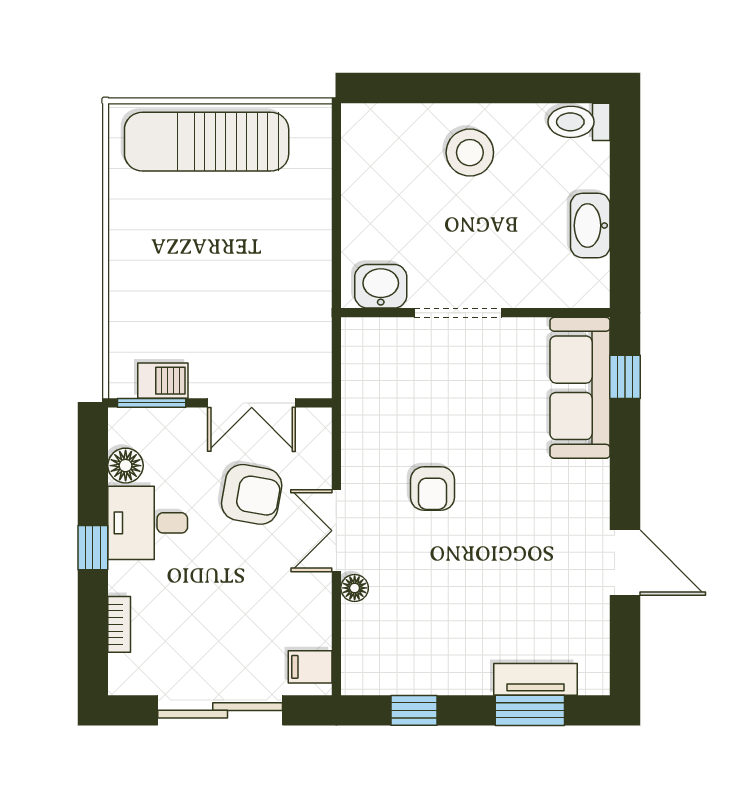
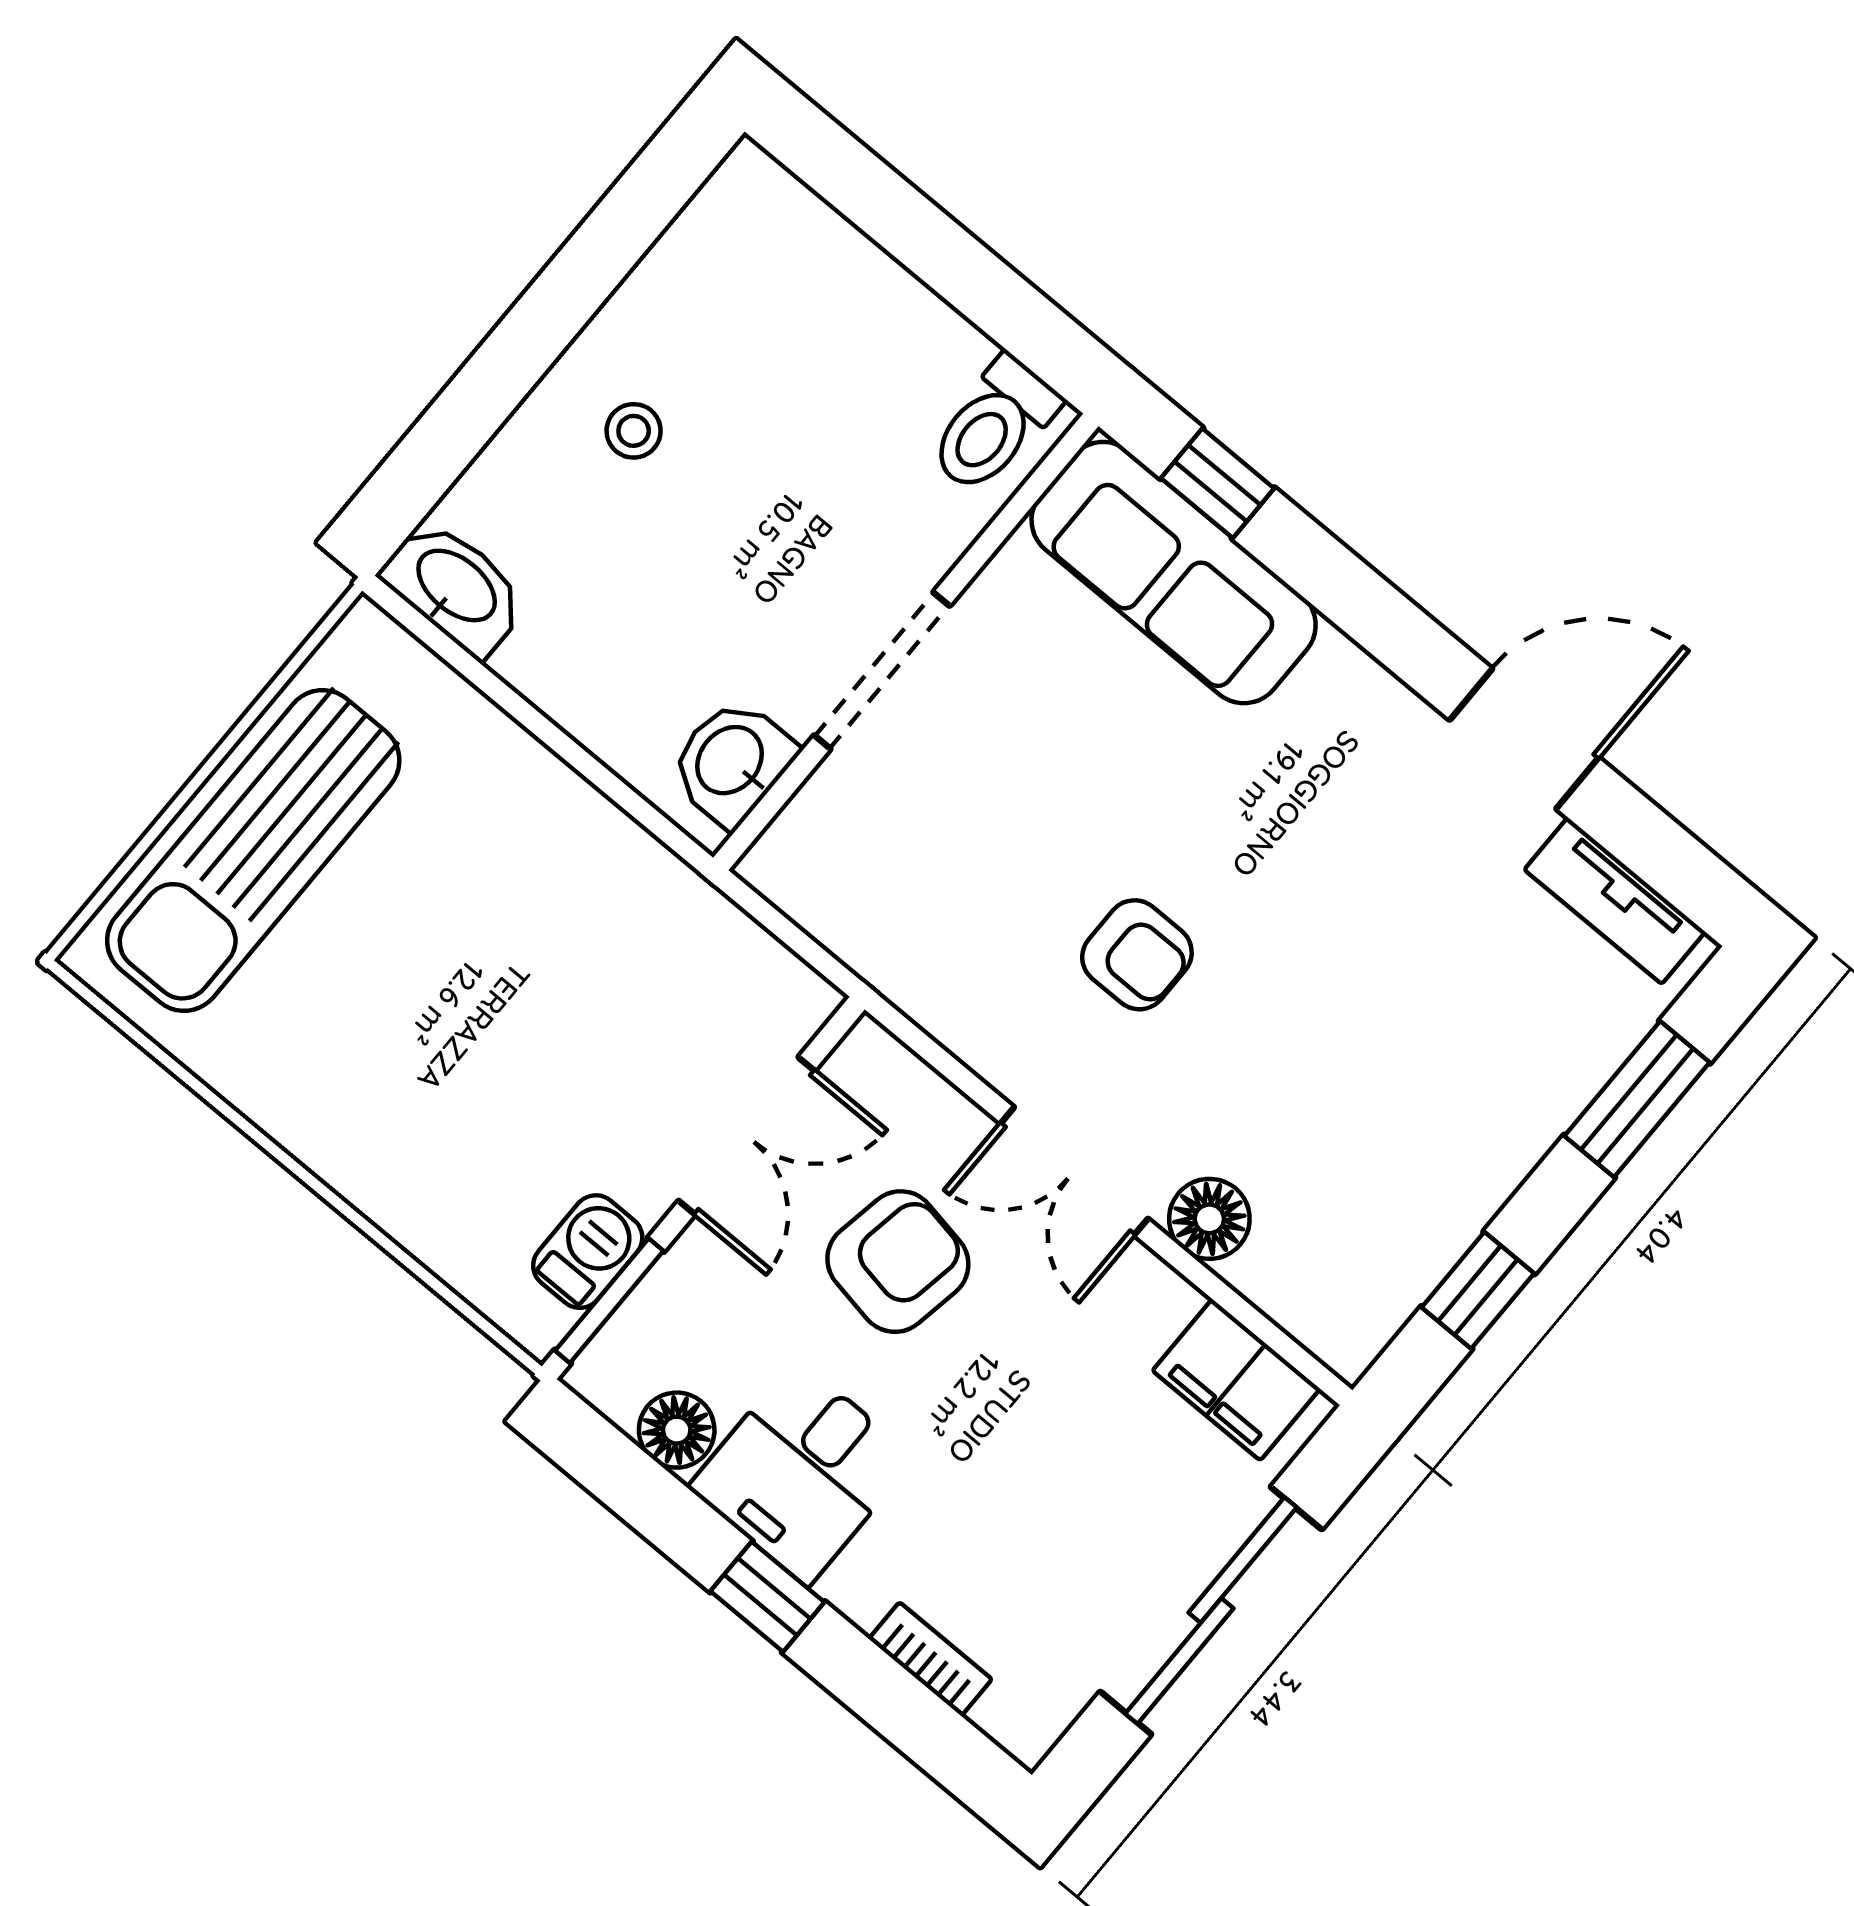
toilet: (579, 122) -> (994, 425), moved
stool: (470, 153) -> (634, 431), width x0.53, depth x0.53
washbasin: (590, 225) -> (455, 587), moved, turned 180
floor lamp: (355, 588) -> (1209, 1219), width x1.37, depth x1.37
filing cabinet: (310, 667) -> (1236, 1380), width x2.00
tv unit: (536, 679) -> (1615, 901), moved, turned -90

